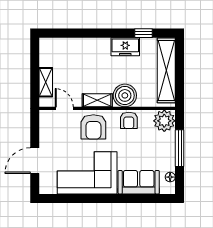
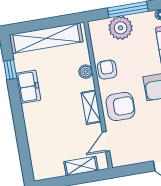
boiler: (125, 95) -> (86, 72), width x0.54, depth x0.54
armchair: (129, 120) -> (107, 69), turned -90
plant: (164, 121) -> (121, 28), moved

